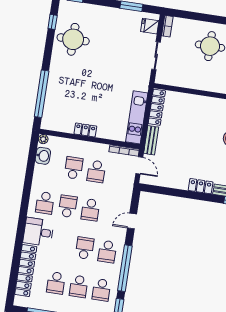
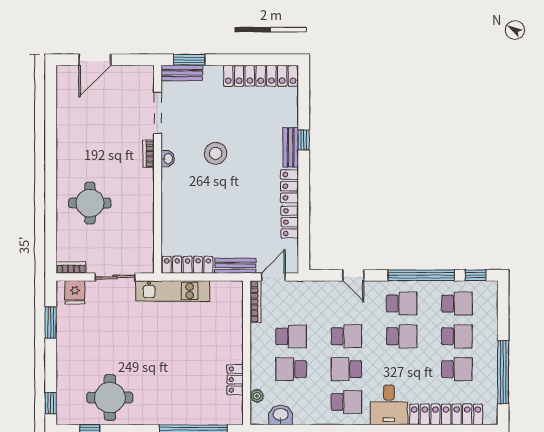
kitchen unit: (137, 117) -> (173, 291), moved
locker: (85, 130) -> (235, 380), moved
plant: (43, 139) -> (257, 396), moved
locker: (176, 183) -> (290, 222), added
school desk: (85, 248) -> (402, 336), turned 180

